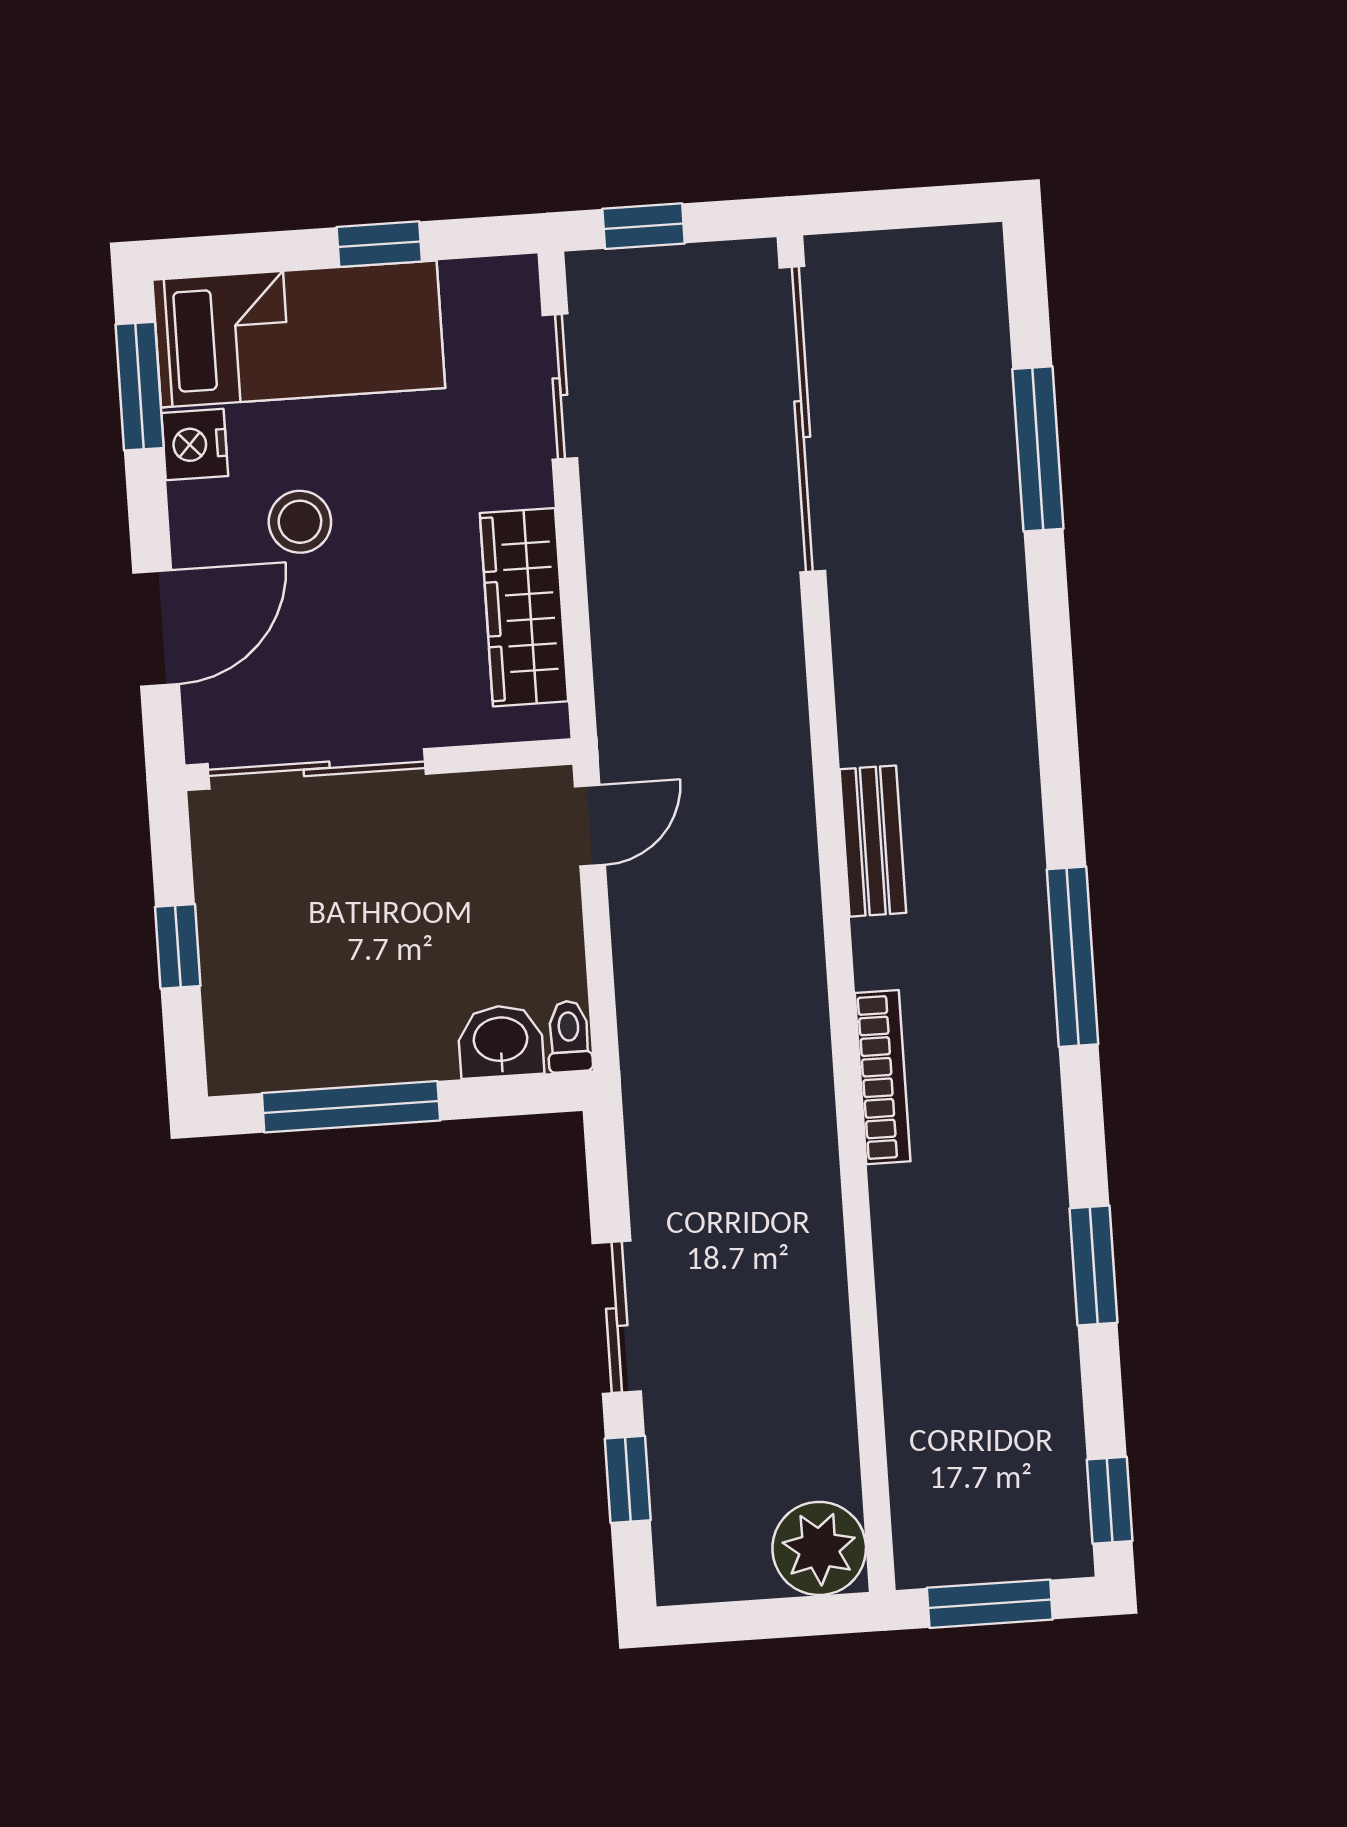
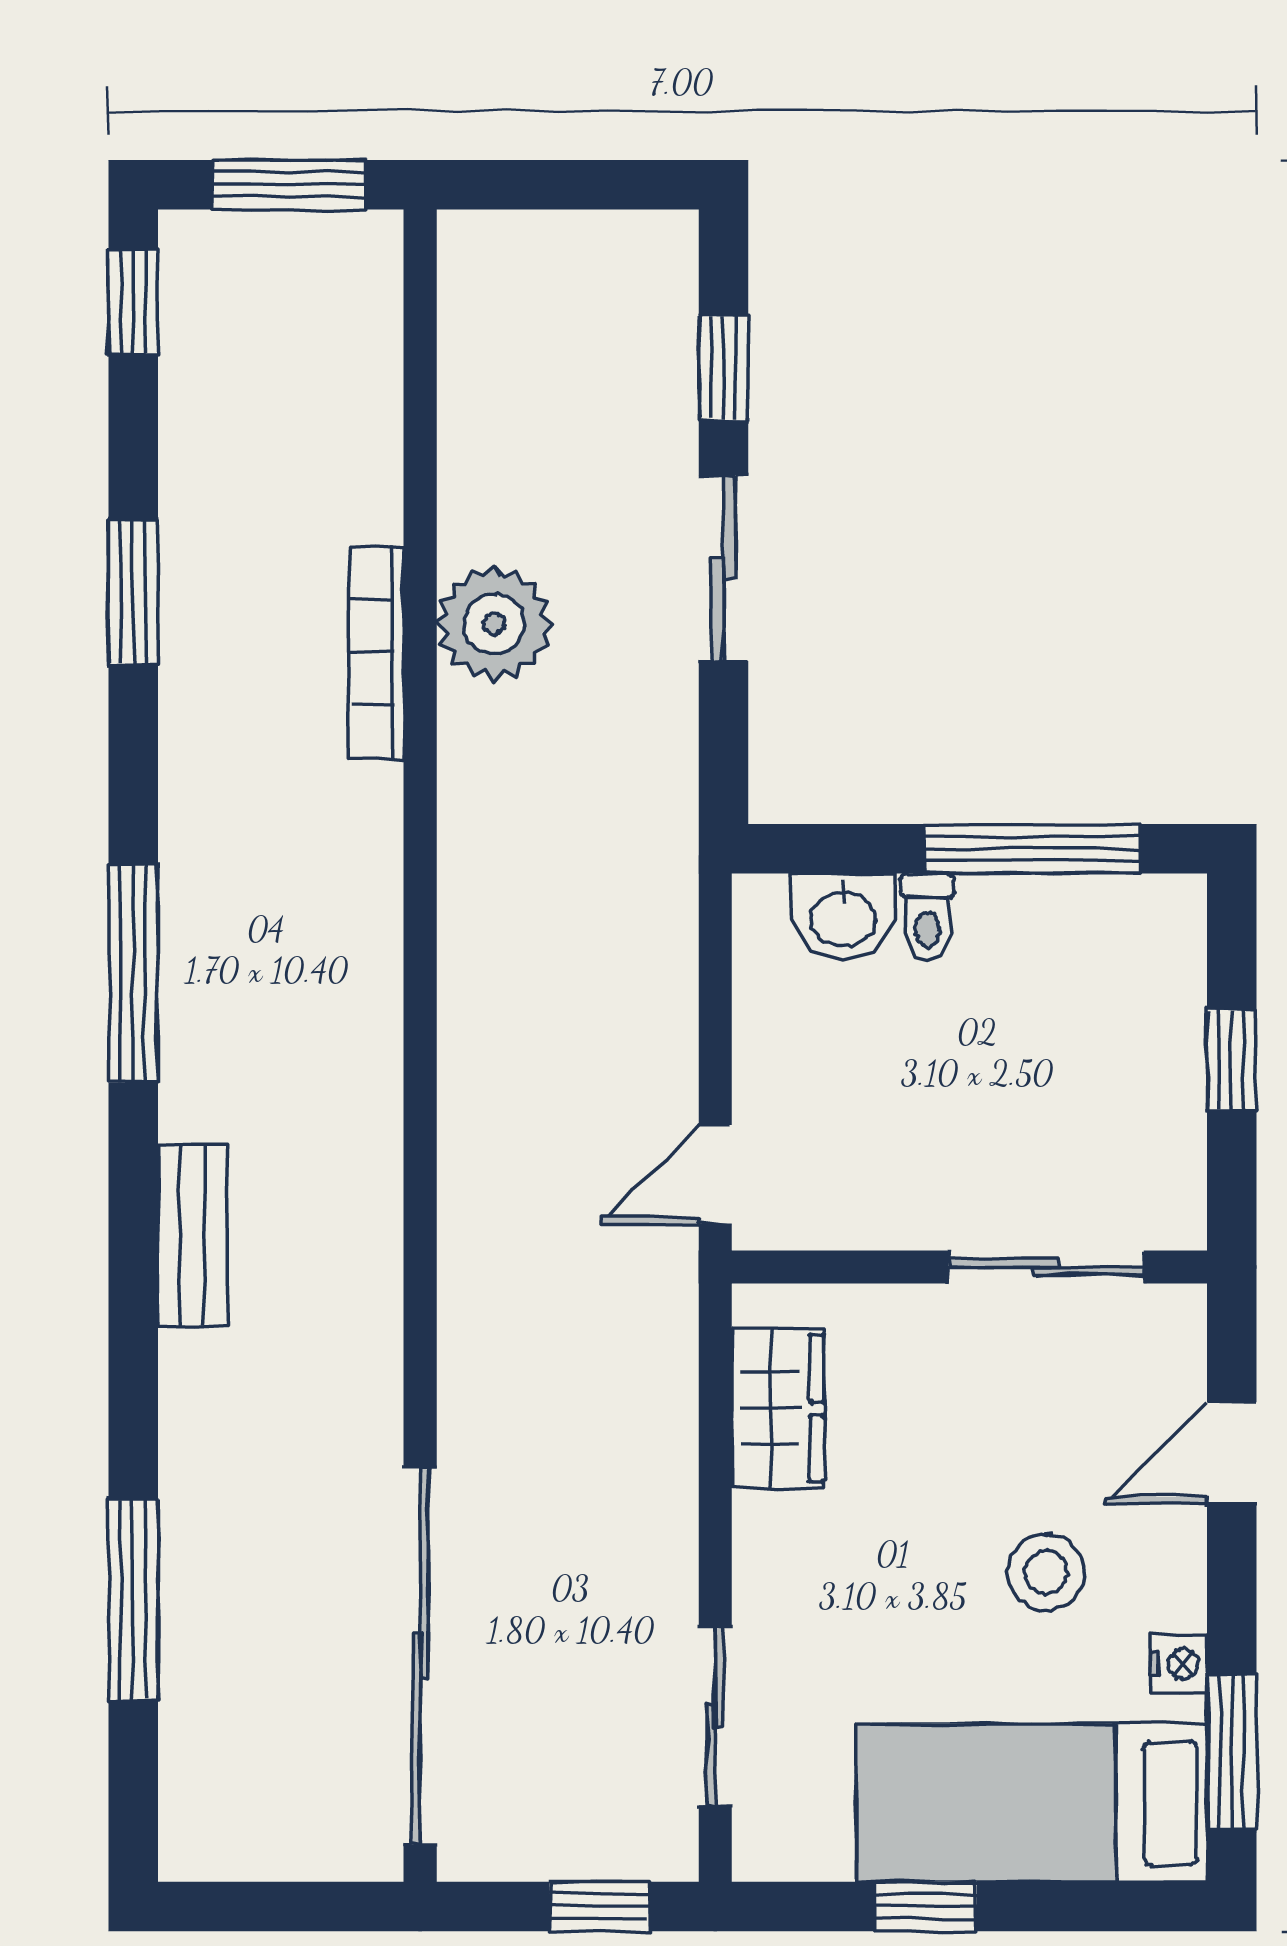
nightstand: (195, 444) -> (1179, 1664), width x0.72, depth x0.74
wardrobe: (524, 607) -> (778, 1408), width x0.67
door: (156, 628) -> (1232, 1453), width x0.73
sliding door: (317, 769) -> (1046, 1267), width x0.73
bench: (873, 841) -> (193, 1236), moved
toilet: (569, 1036) -> (927, 917), moved
bookcase: (883, 1077) -> (377, 653), moved
plant: (819, 1548) -> (494, 624), moved

